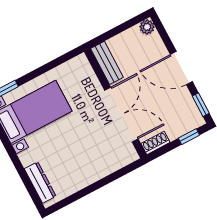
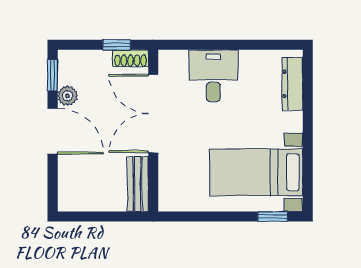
plant: (147, 27) -> (67, 96), moved
window: (189, 137) -> (117, 45), moved
desk: (95, 160) -> (213, 76), added

